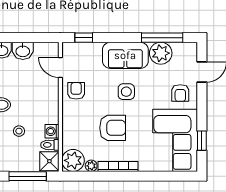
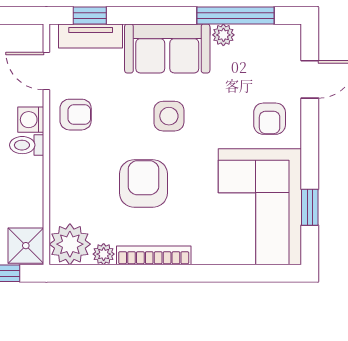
tv unit: (84, 49) -> (91, 36), added
plant: (161, 53) -> (223, 35), width x0.53, depth x0.53
armchair: (76, 91) -> (76, 115), turned 90
armchair: (113, 128) -> (143, 183), turned -90
washing machine: (52, 131) -> (31, 120), moved
toilet: (50, 145) -> (27, 145), moved

